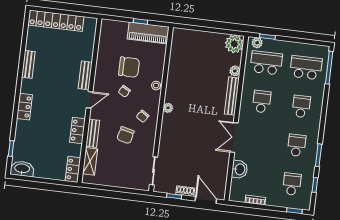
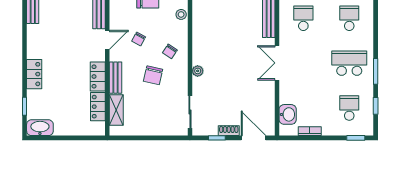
chair: (124, 91) -> (139, 39), moved
locker: (25, 107) -> (34, 74), moved
plant: (168, 108) -> (198, 71), moved
school desk: (297, 145) -> (349, 63), width x1.85
locker: (73, 169) -> (98, 107), moved
washbasin: (240, 169) -> (288, 114), moved

